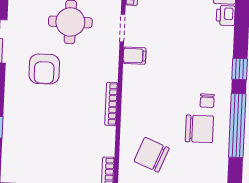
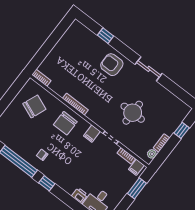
armchair: (44, 69) -> (112, 65), moved
chair: (199, 129) -> (65, 123), moved

